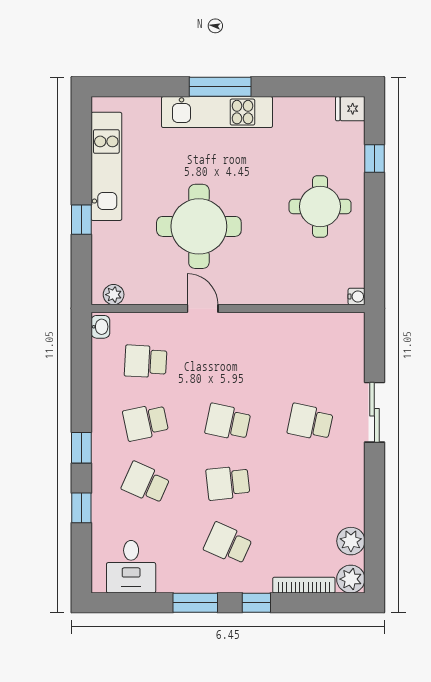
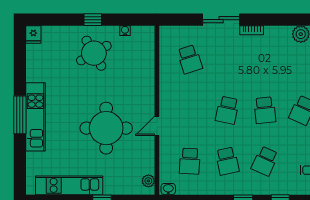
window: (374, 158) -> (93, 20), moved
round table: (320, 207) -> (94, 53), turned -30
water cooler: (357, 296) -> (125, 31), moved
school desk: (310, 422) -> (190, 59), moved, turned -30
bookcase: (357, 462) -> (252, 30), added

